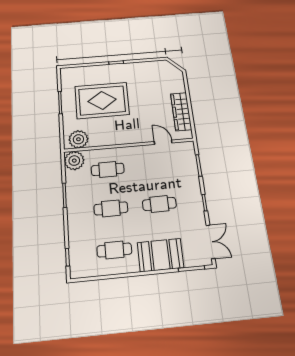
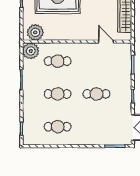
booth: (160, 255) -> (93, 134), removed

